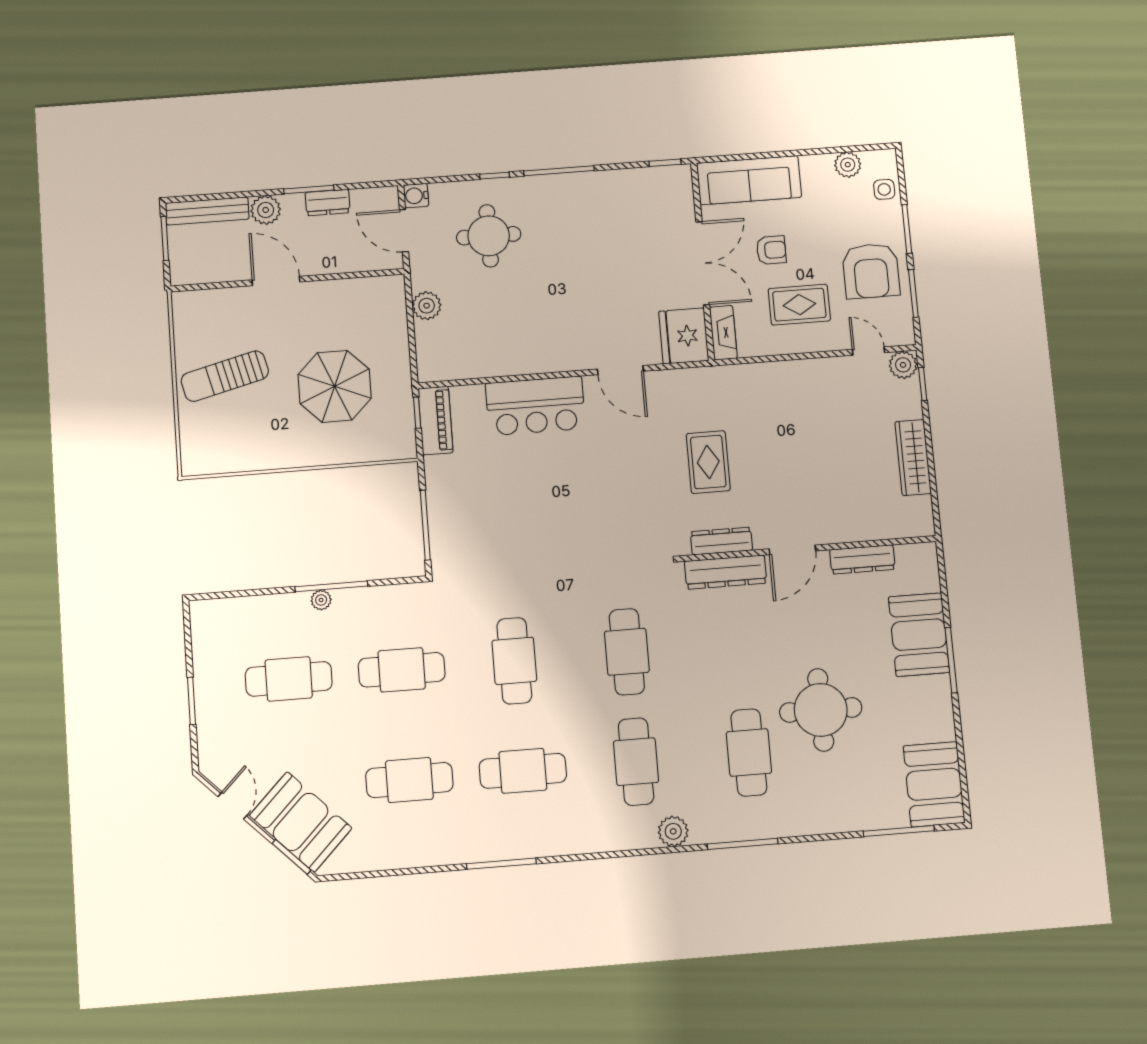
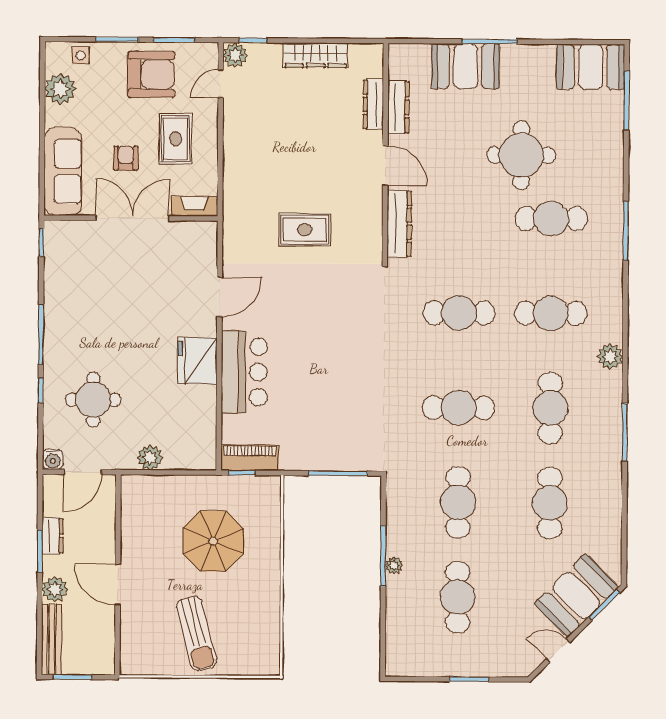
plant: (848, 165) -> (60, 89), width x1.36, depth x1.36
door: (276, 281) -> (118, 585), hinge flipped
fridge: (684, 336) -> (197, 361), moved, turned 90
dresser: (721, 541) -> (373, 104), moved
plant: (673, 831) -> (610, 357), moved

